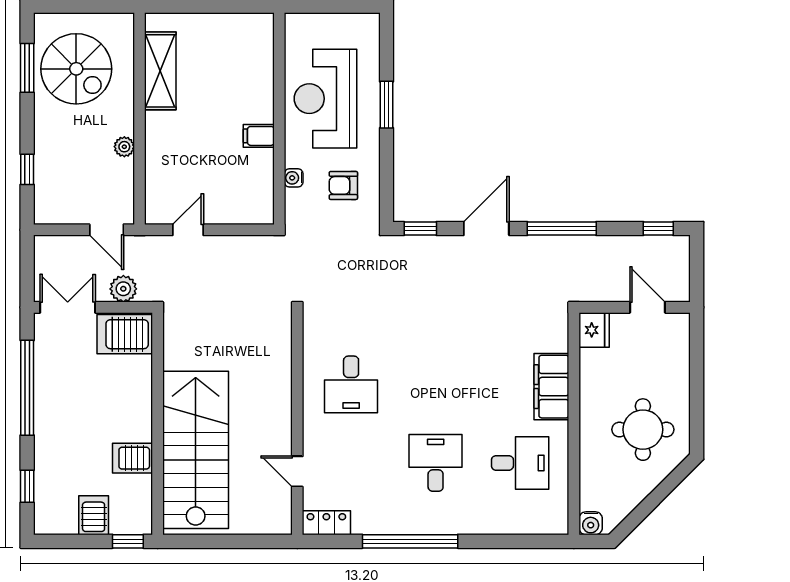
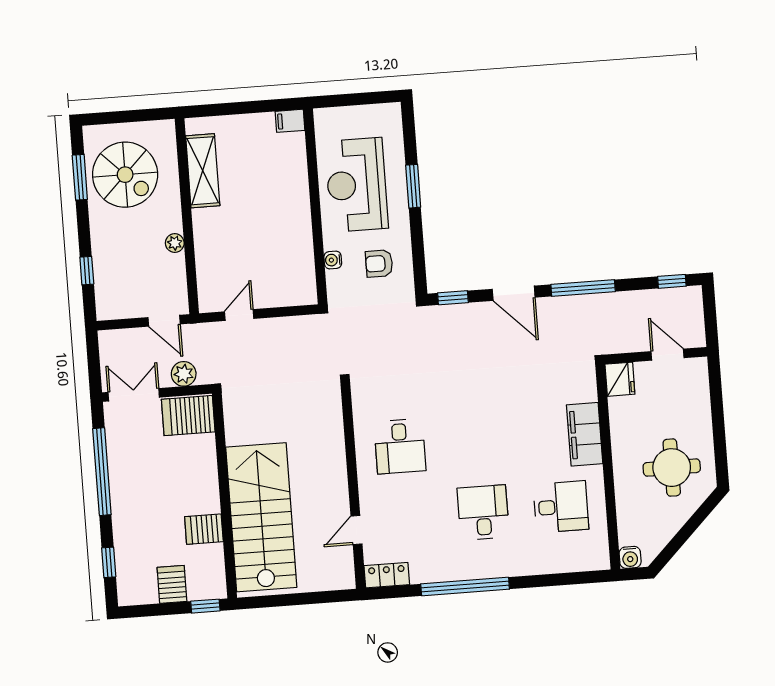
filing cabinet: (259, 136) -> (290, 121), moved
door: (486, 228) -> (514, 293), swing flipped
door: (297, 471) -> (356, 530), hinge flipped

